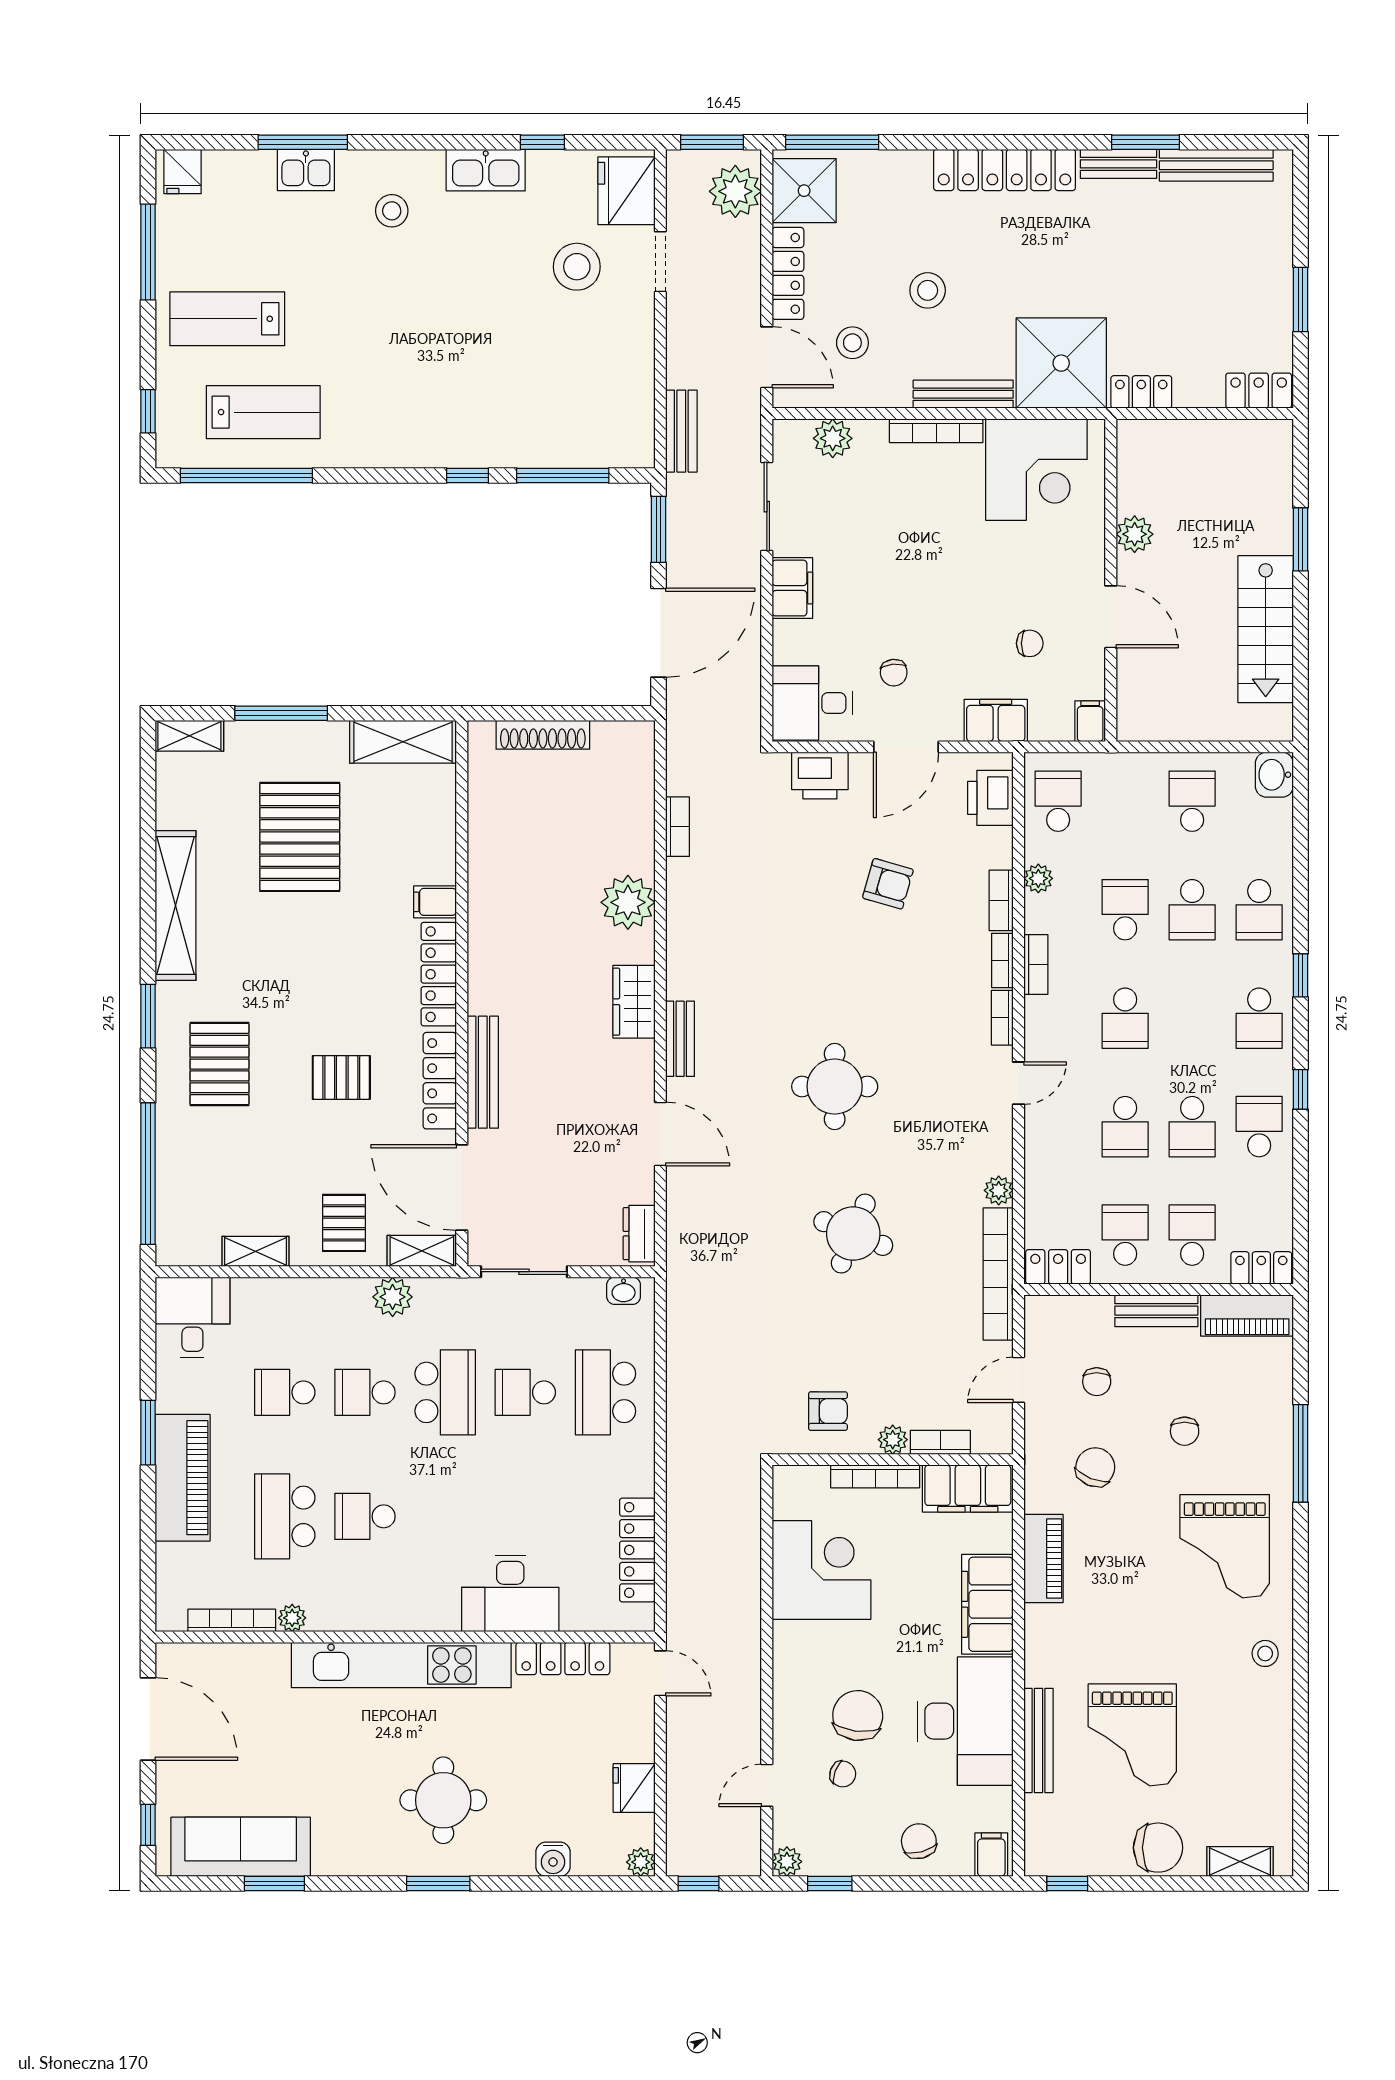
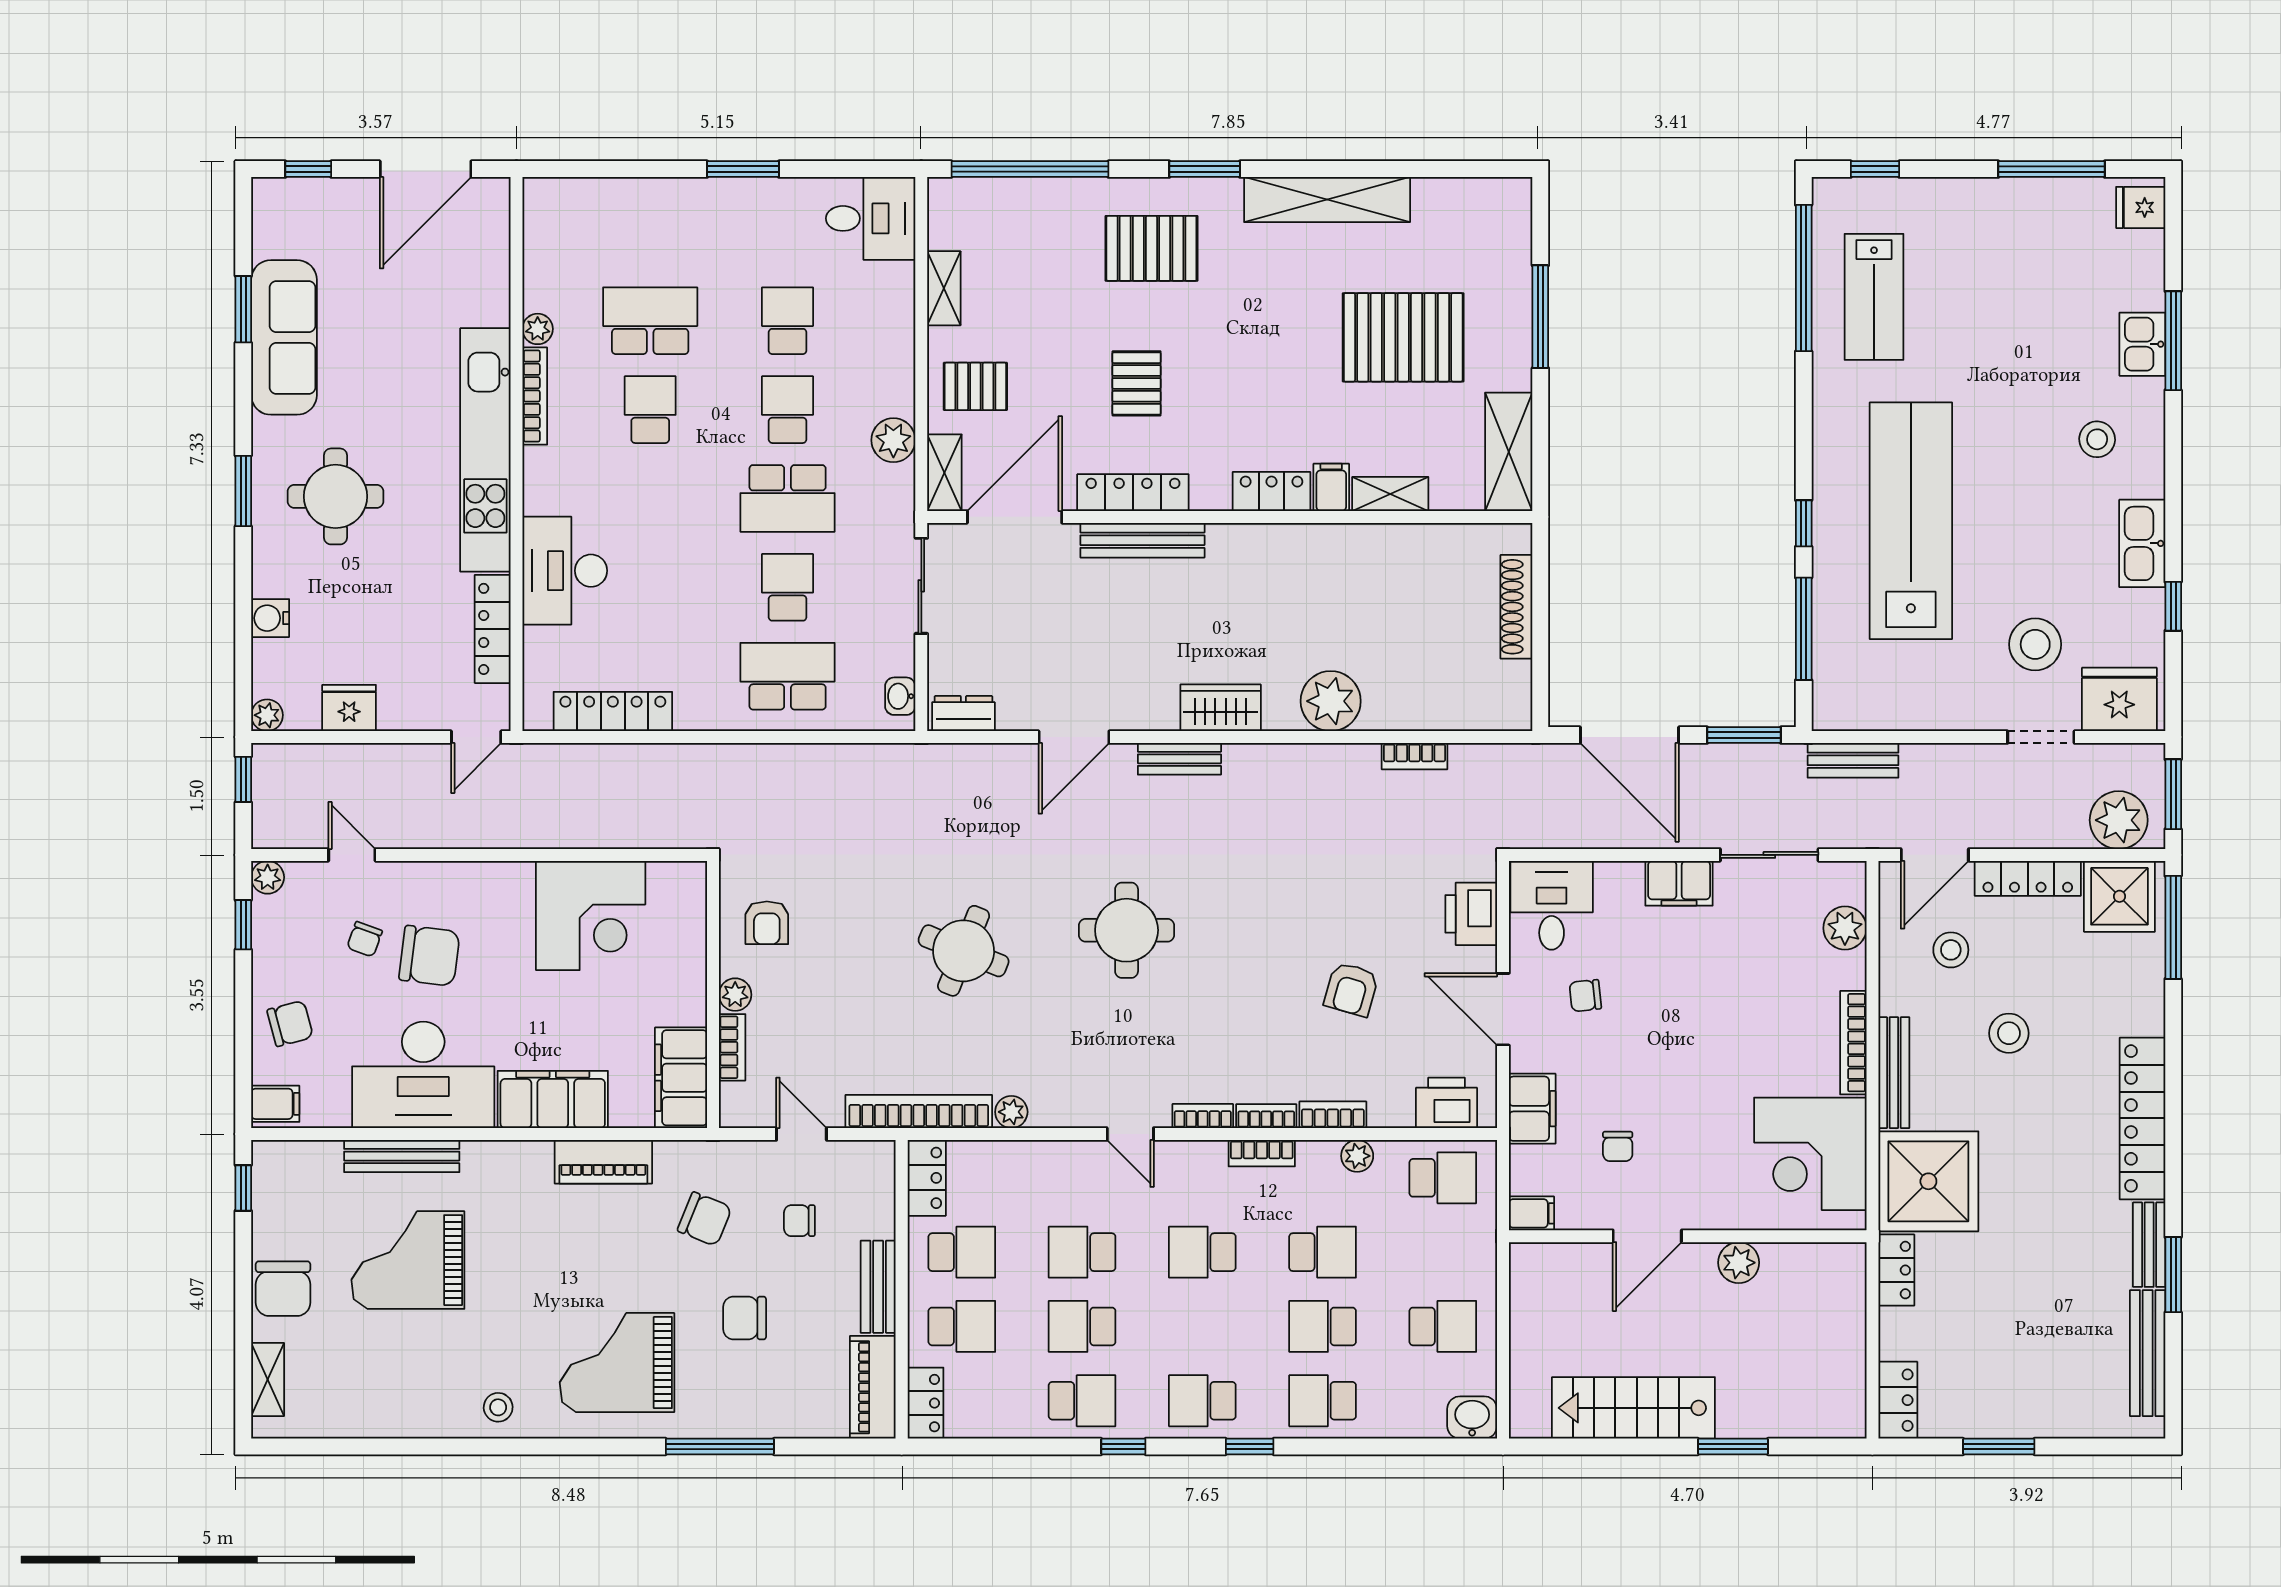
lab bench: (227, 319) -> (1911, 521), moved, width x1.86, depth x1.39
shelving: (189, 736) -> (1390, 494), moved, turned 90
locker: (439, 974) -> (1272, 491), width x0.66
chair: (1185, 1431) -> (745, 1318), width x1.37, depth x1.37
bookcase: (875, 1476) -> (694, 975), removed
piano: (183, 1478) -> (693, 207), removed
bookcase: (232, 1620) -> (535, 396), moved
sofa: (241, 1847) -> (284, 337), moved

